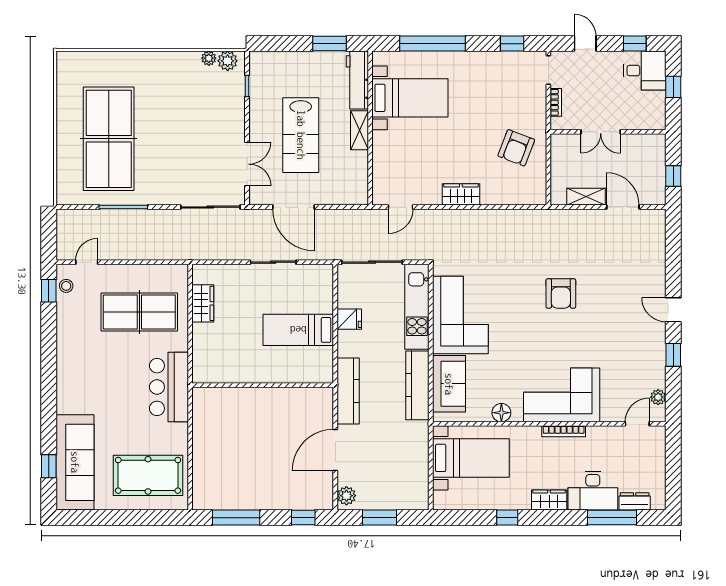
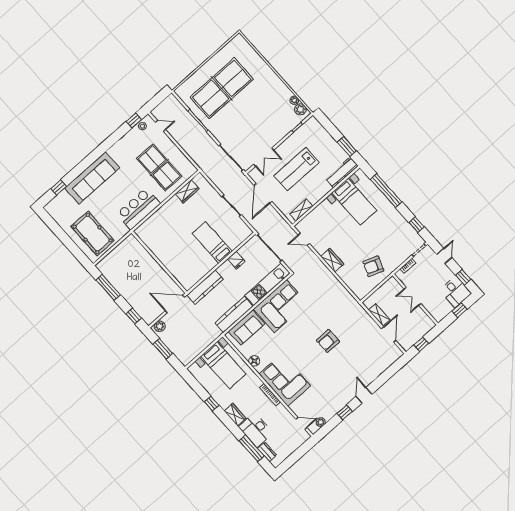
shelving: (359, 130) -> (301, 210), moved
wall: (263, 385) -> (159, 262), moved
sofa: (75, 462) -> (92, 178), moved

